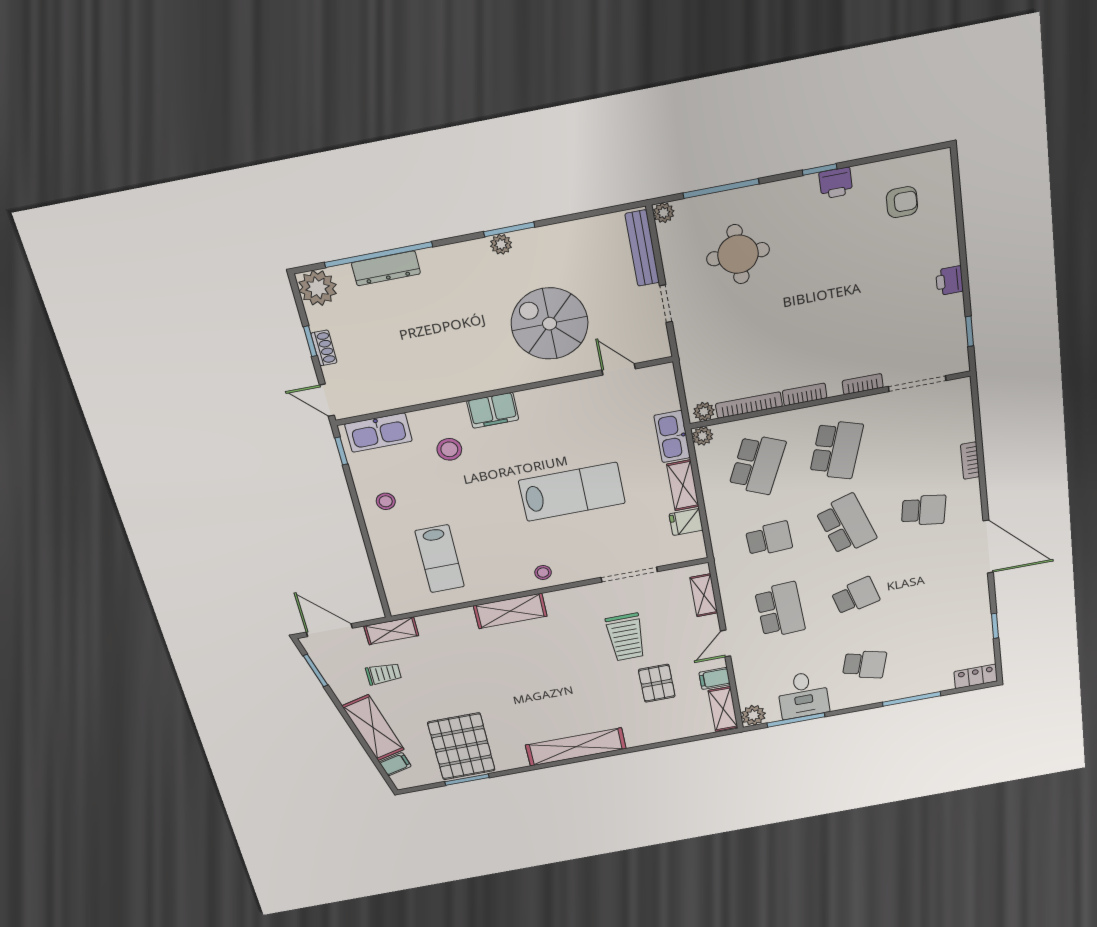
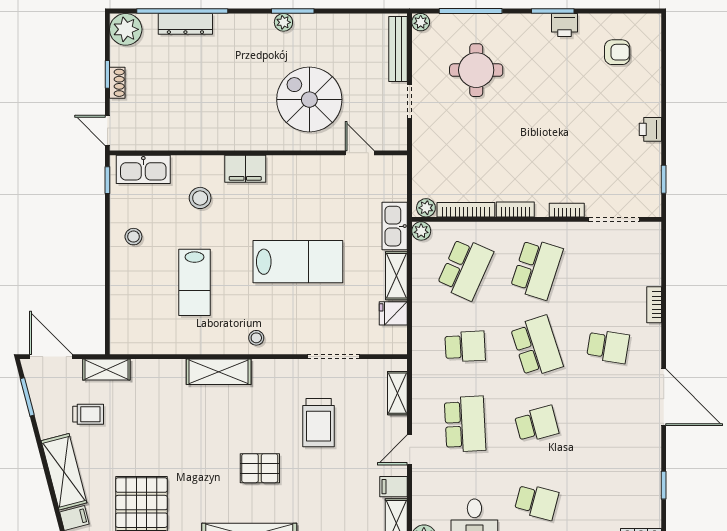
window: (820, 169) -> (553, 11), width x1.50
lab bench: (440, 559) -> (195, 282), moved
pallet: (657, 683) -> (260, 468), moved, turned 90

